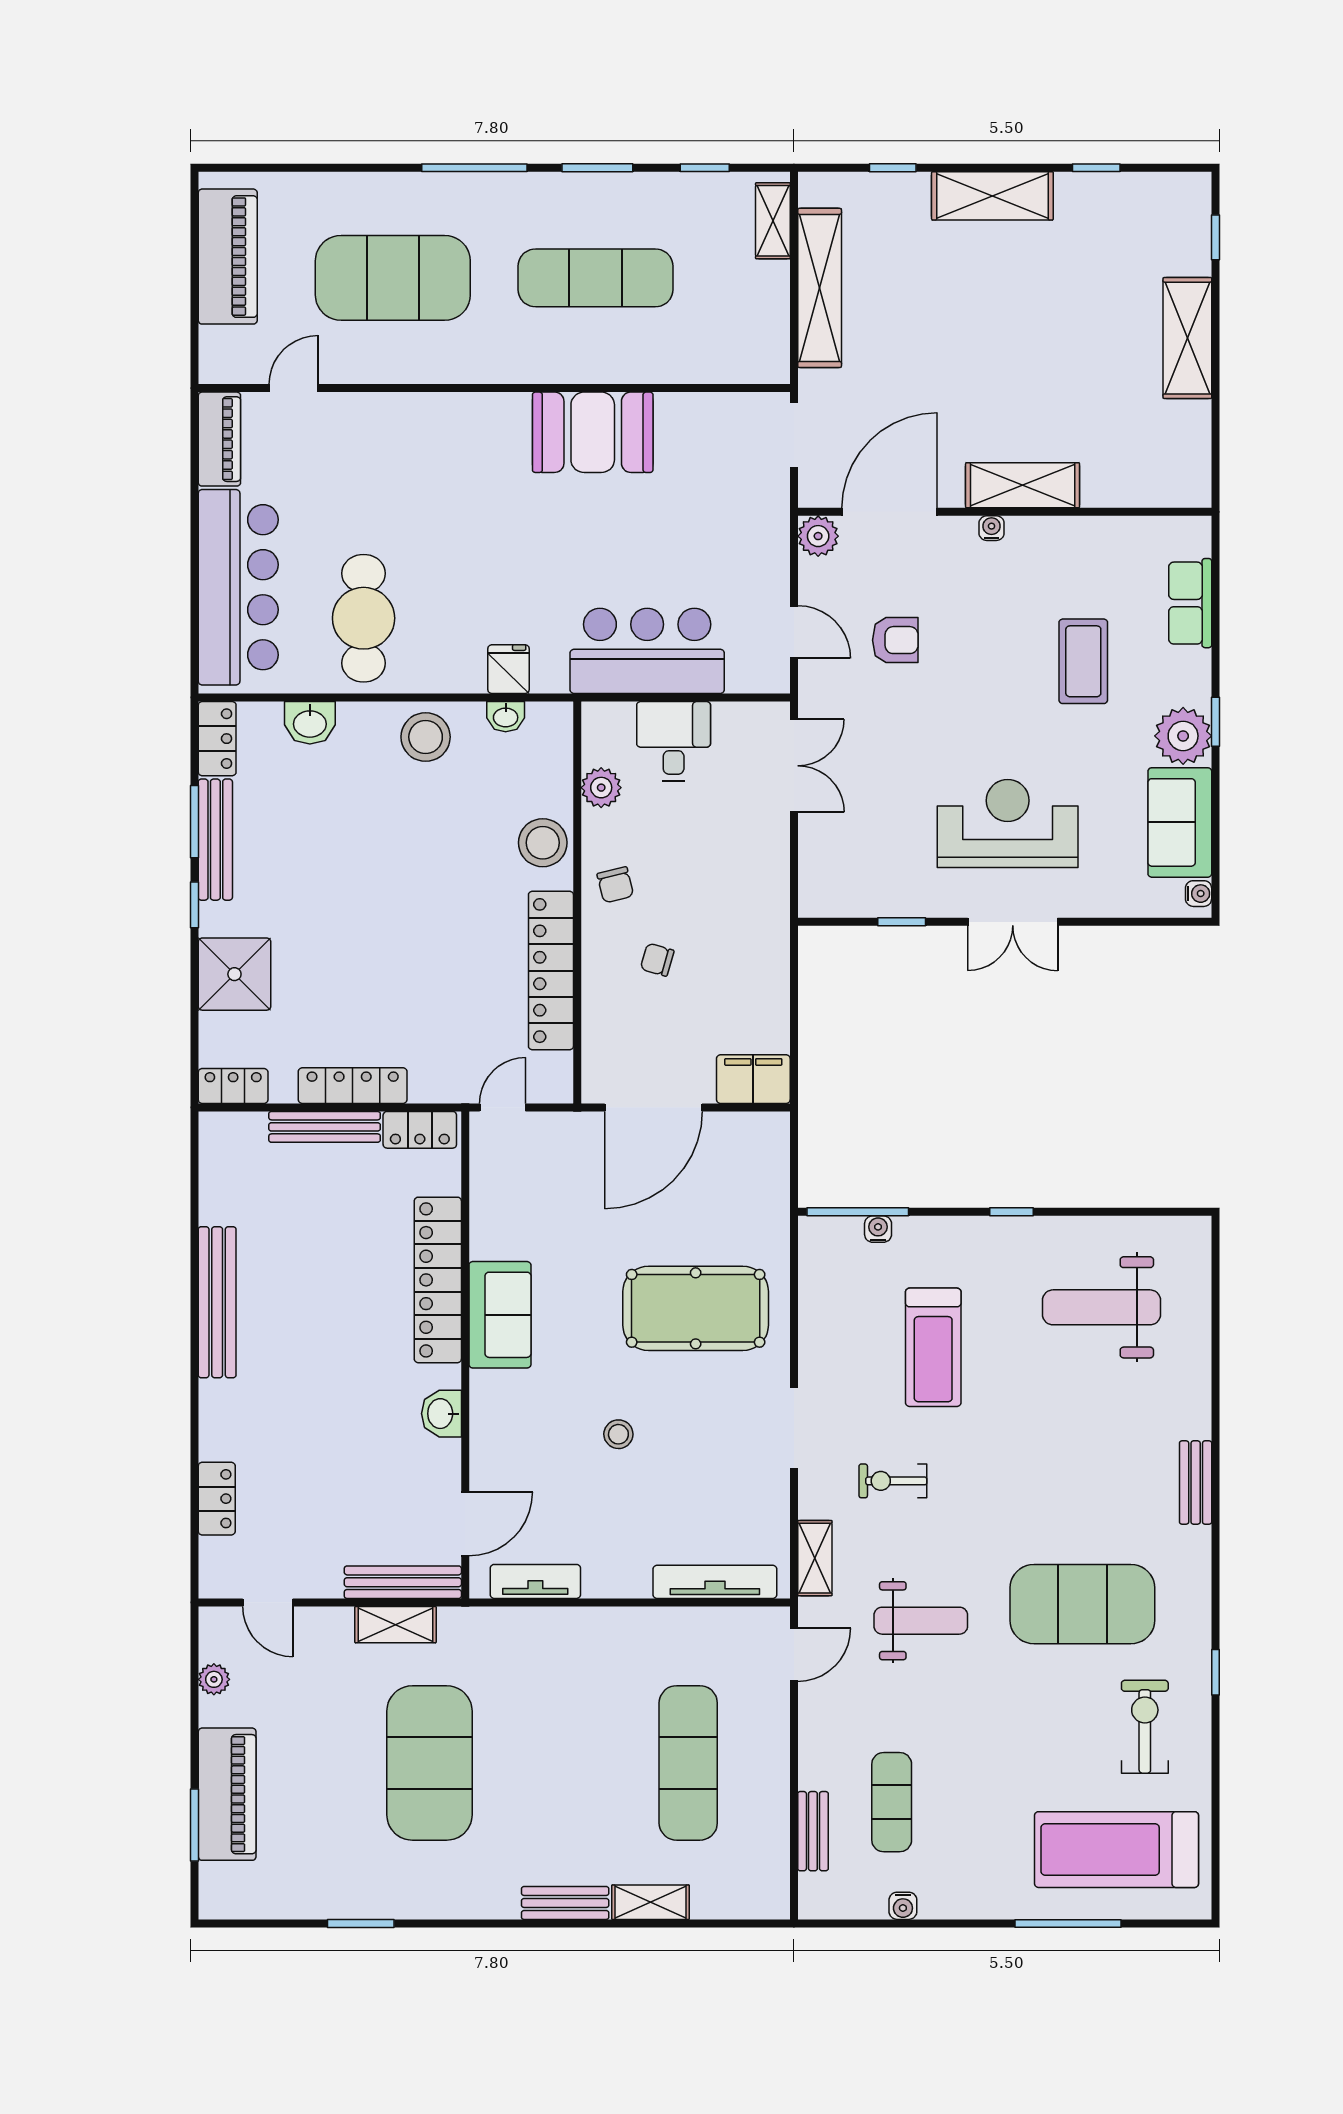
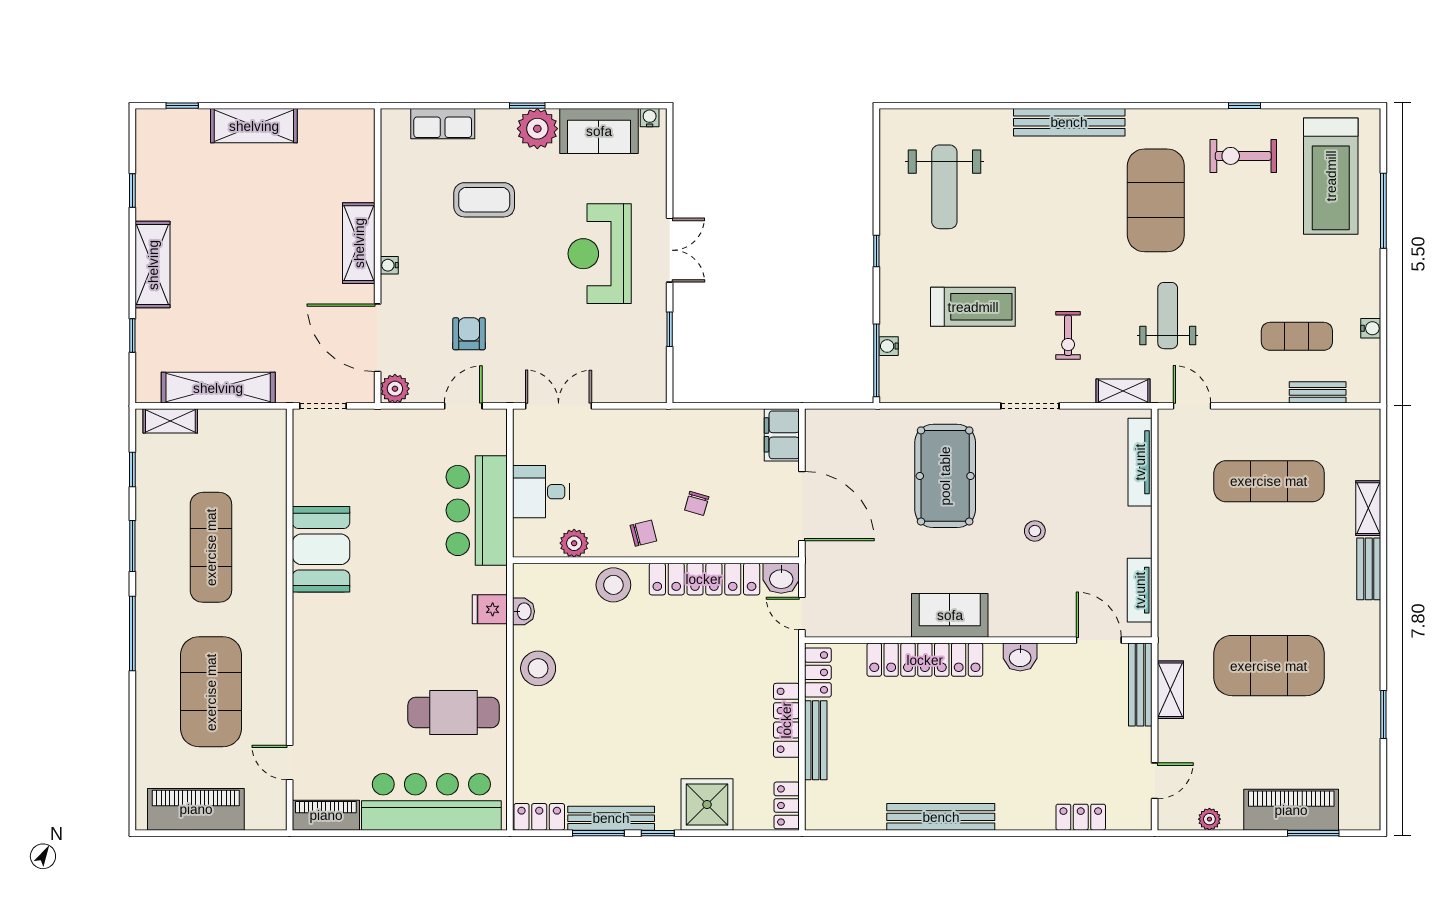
washbasin: (310, 723) -> (781, 578), moved, turned 90
bench: (1196, 1483) -> (1069, 122), width x1.86, depth x1.21
window: (1215, 1672) -> (1244, 106), moved

